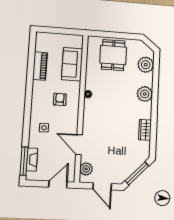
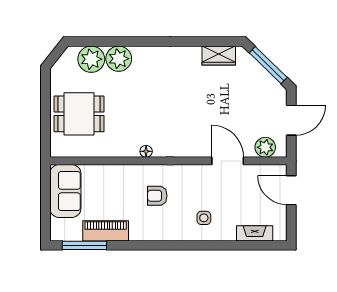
sofa: (72, 64) -> (65, 191), moved, turned -90
plant: (145, 94) -> (119, 59), moved
wardrobe: (145, 130) -> (219, 56), moved
door: (79, 145) -> (228, 161), swing flipped
window: (24, 161) -> (84, 245), moved

